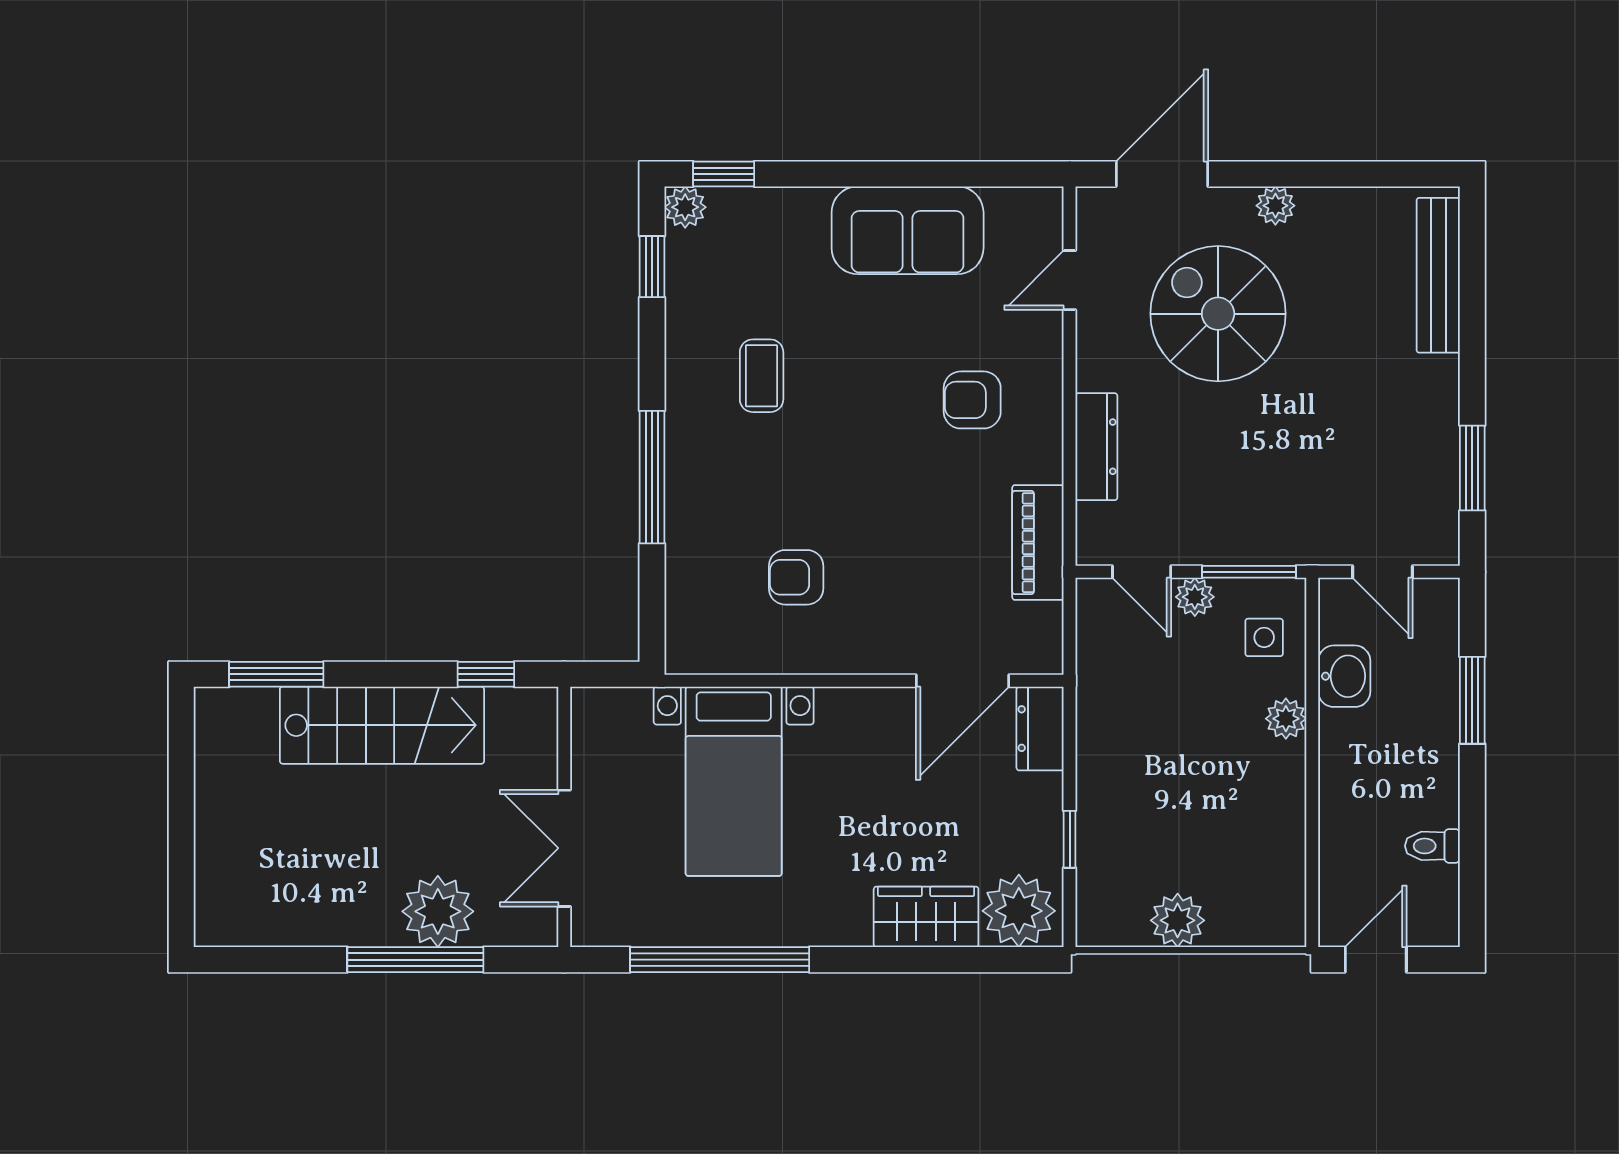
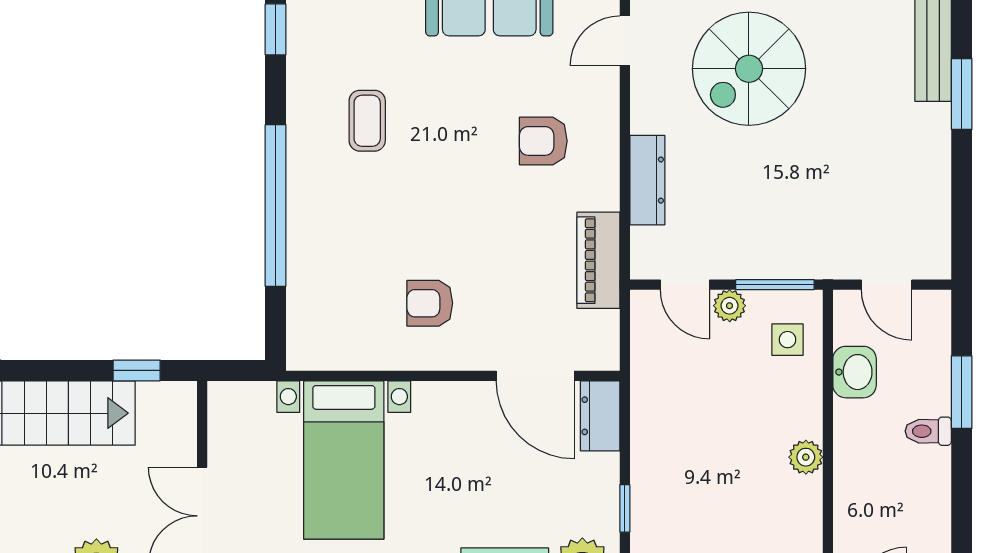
spiral stairs: (1218, 314) -> (749, 69), turned -90
window: (1472, 468) -> (962, 94), moved
window: (652, 477) -> (276, 206), width x1.46
armchair: (796, 577) -> (430, 303), moved
door: (962, 681) -> (535, 376), hinge flipped
plant: (1286, 719) -> (806, 457), moved
toilet: (1432, 846) -> (928, 431), moved

